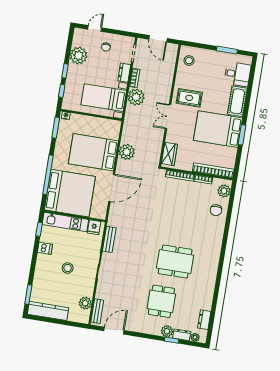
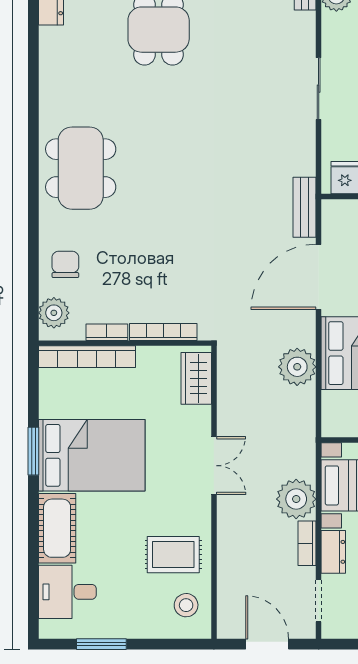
rug: (189, 98) -> (173, 555), moved
bench: (109, 239) -> (305, 207), moved
dining table: (175, 262) -> (81, 168), moved, turned 90

